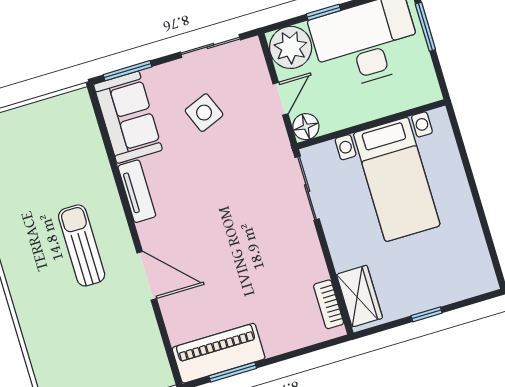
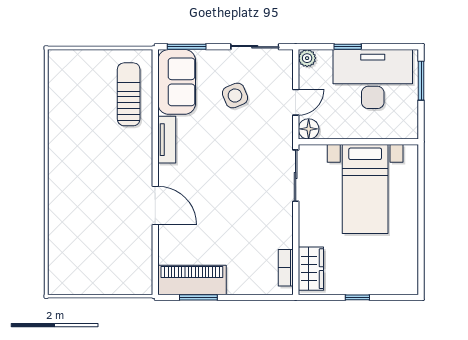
plant: (291, 47) -> (307, 58), width x0.53, depth x0.53
sun lounger: (82, 245) -> (129, 94), moved

